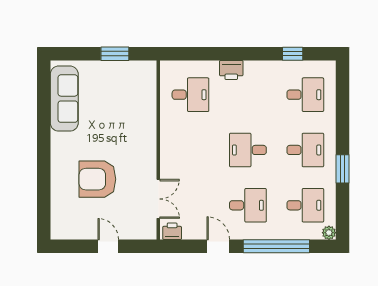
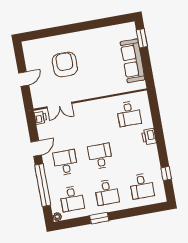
window: (115, 54) -> (142, 38), moved
sofa: (64, 99) -> (133, 61), moved, turned 90
desk: (248, 205) -> (65, 162), turned 180

